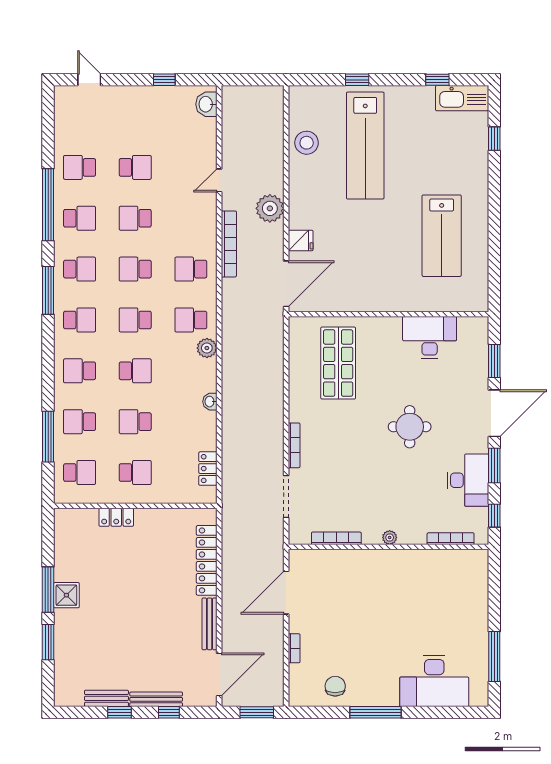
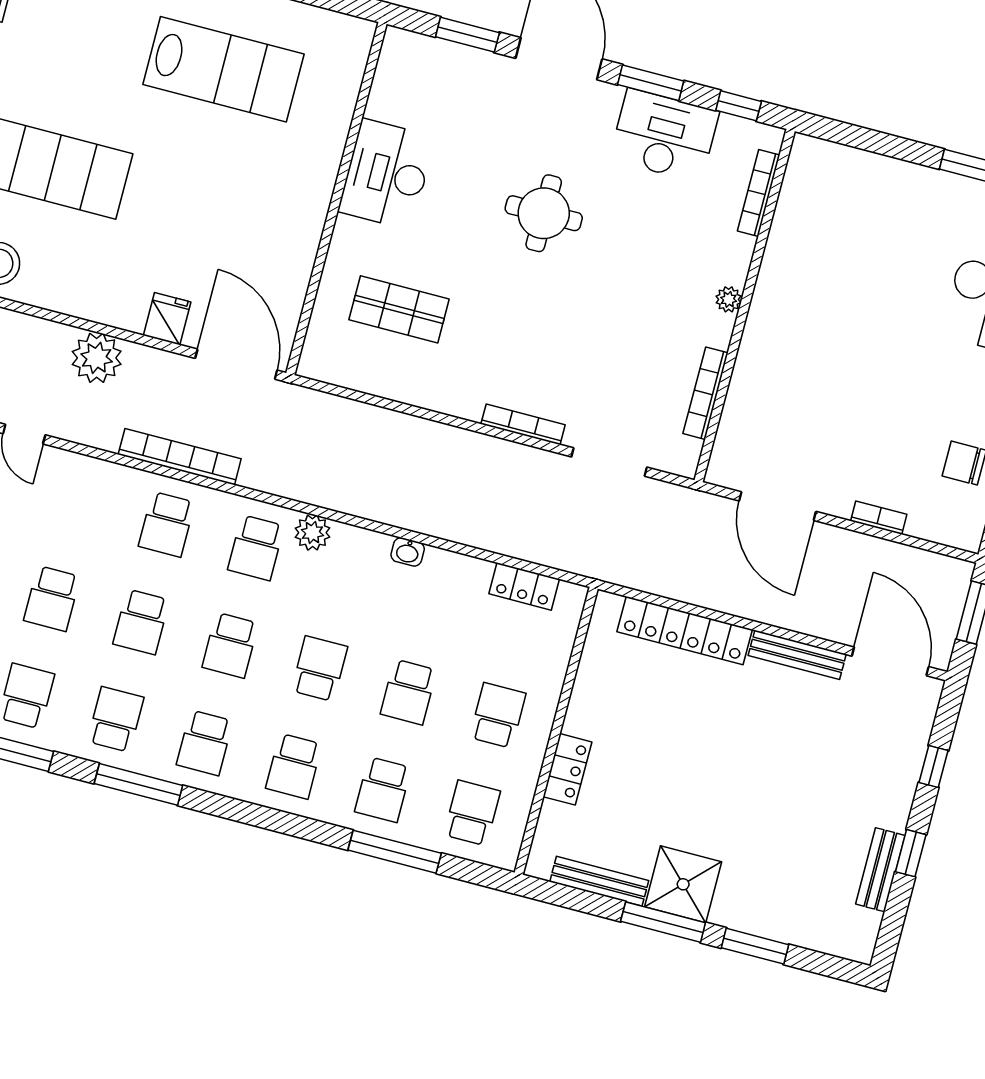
bookcase: (229, 244) -> (180, 457), moved
school desk: (80, 320) -> (205, 743), turned 180
desk: (430, 337) -> (387, 174), moved
shop shelf: (338, 363) -> (399, 309), width x0.70, depth x0.74
shower: (66, 595) -> (683, 884), width x1.36, depth x1.36
bench: (156, 699) -> (599, 881), moved, turned 90

